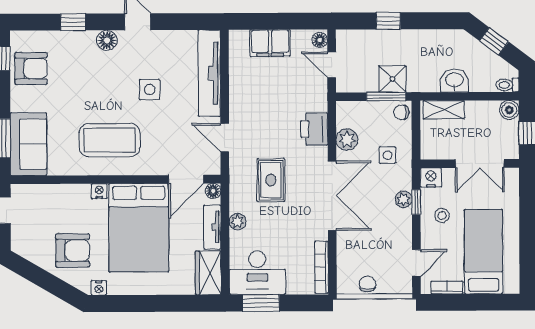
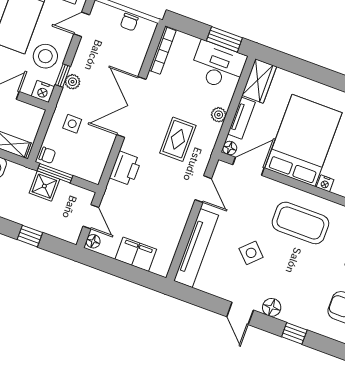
side table: (150, 89) -> (251, 253), turned 45
plant: (347, 140) -> (101, 149), removed
stool: (442, 215) -> (45, 56), width x1.89, depth x1.89

